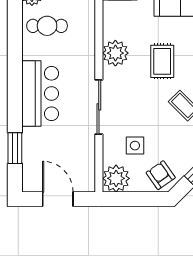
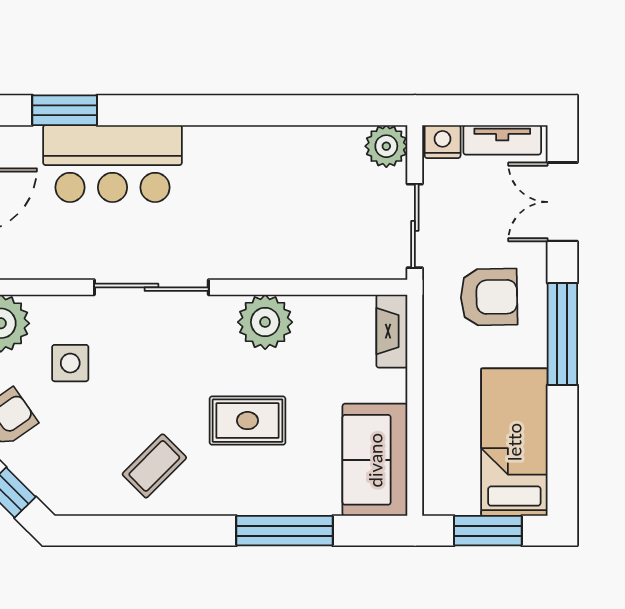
cafe table: (47, 26) -> (322, 178), removed
bar counter: (40, 94) -> (113, 164), moved

